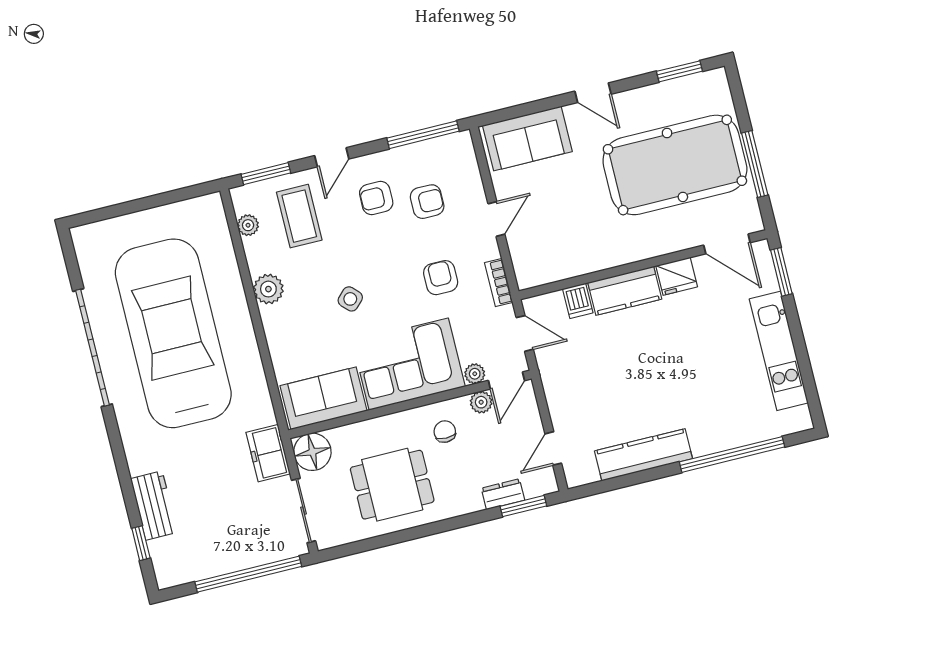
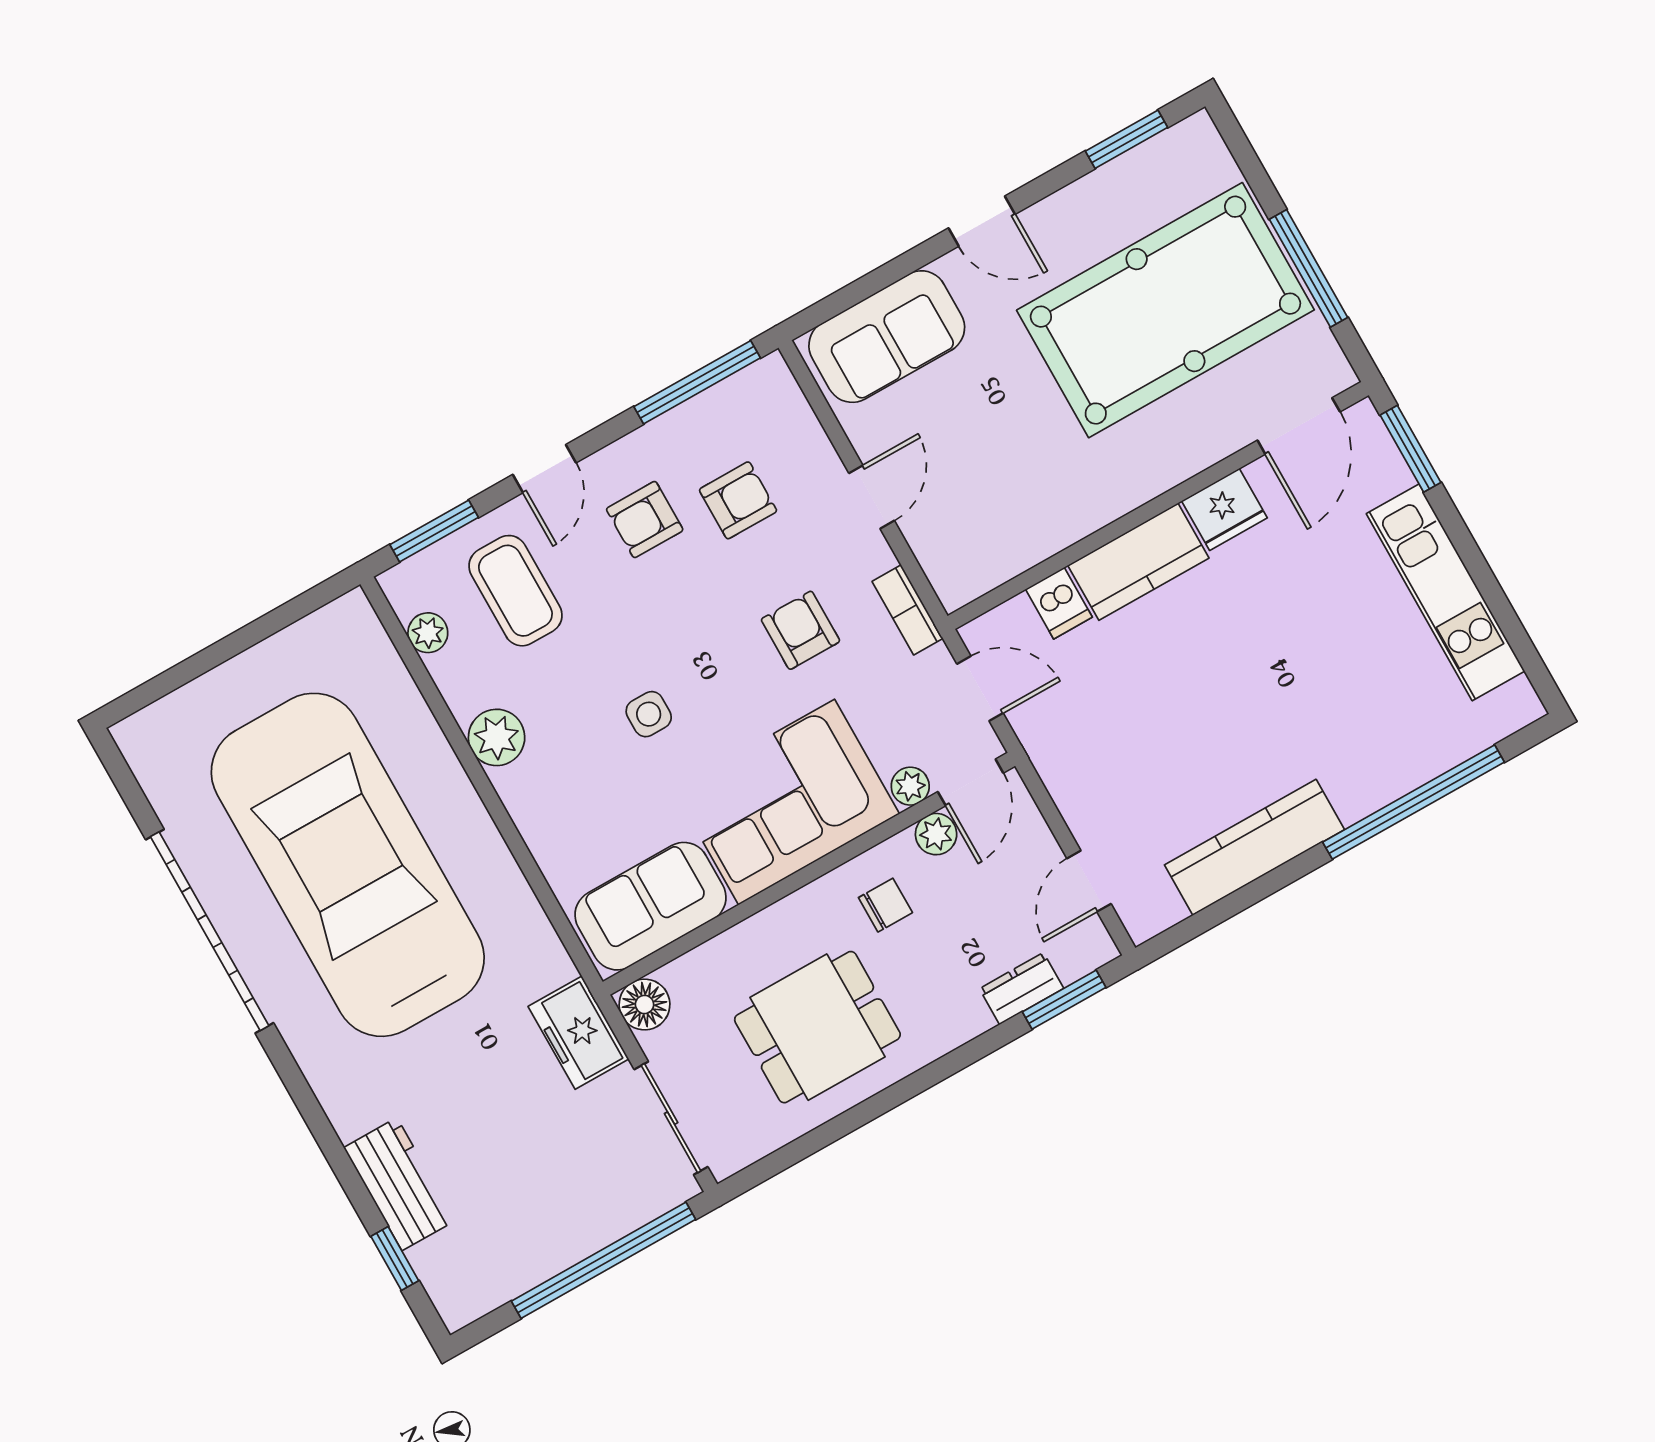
door: (727, 244) -> (1299, 426), hinge flipped
side table: (350, 299) -> (649, 714), turned 45
chair: (445, 432) -> (885, 905), turned 90
floor lamp: (312, 452) -> (644, 1004), width x0.73, depth x0.73

